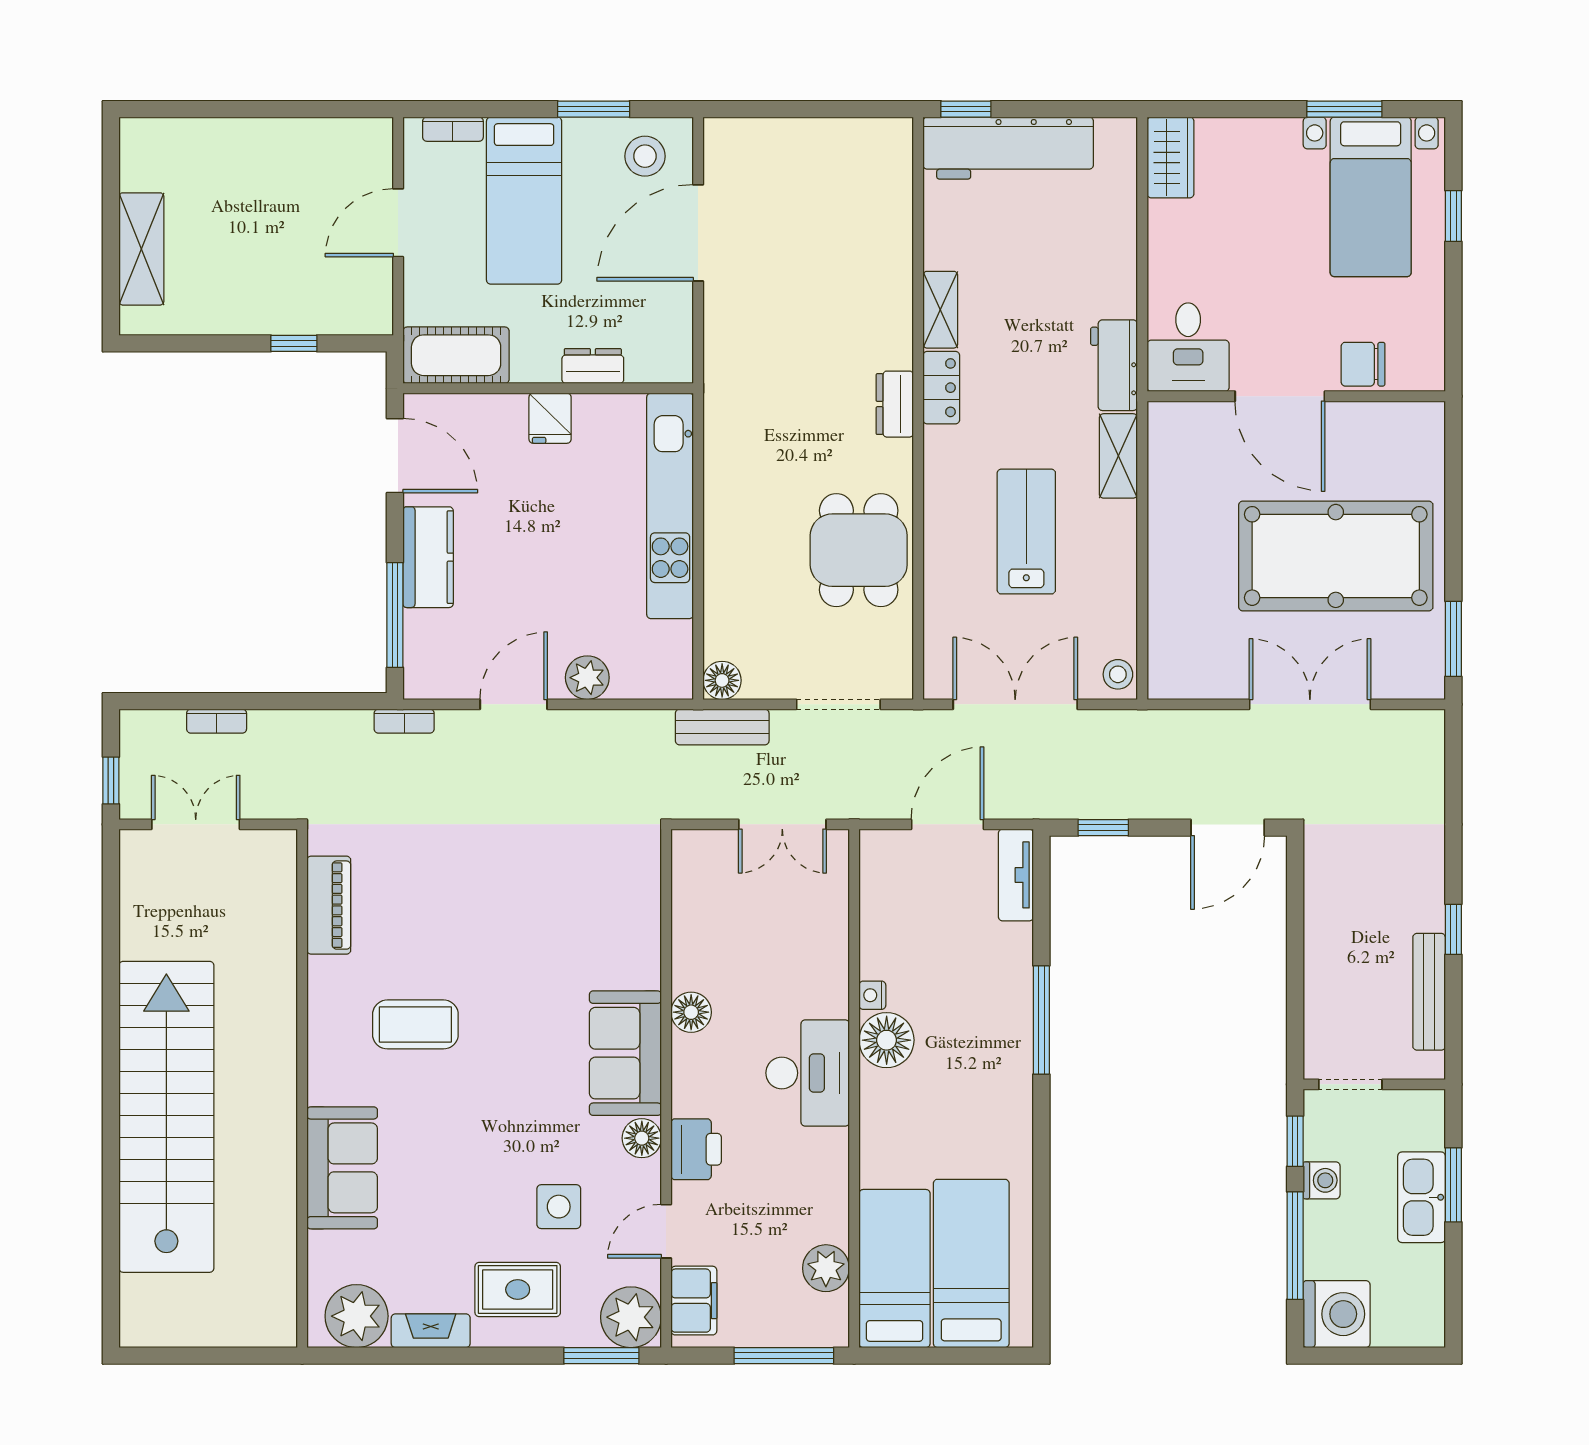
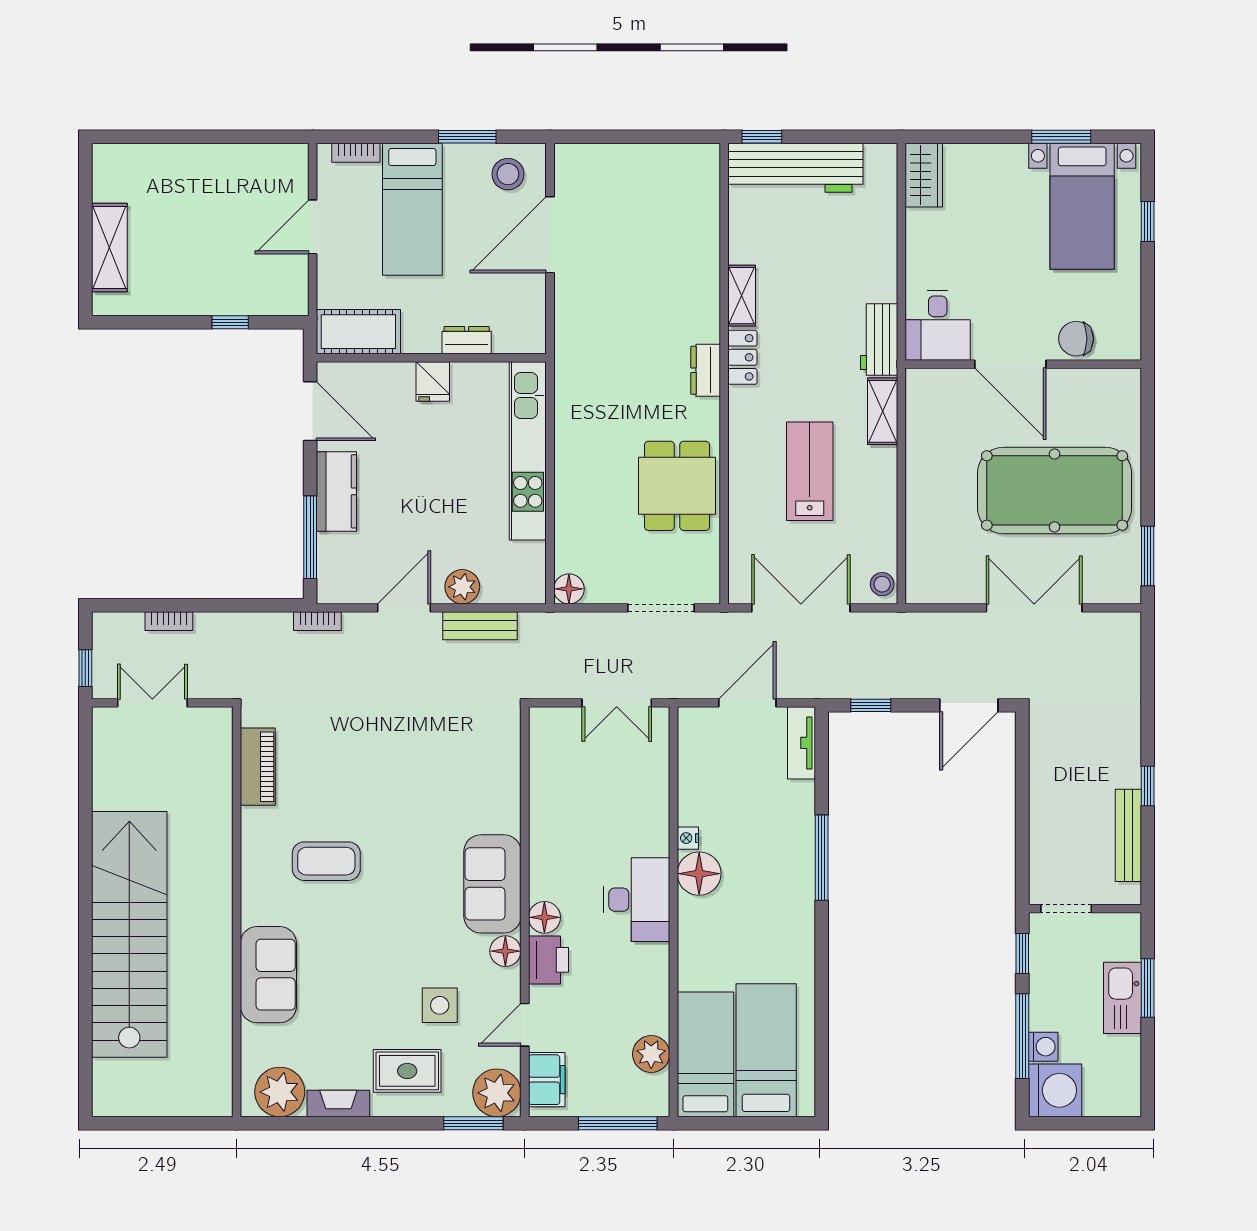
bench: (722, 727) -> (480, 626), moved
floor lamp: (691, 1012) -> (544, 917), moved
washing machine: (1322, 1180) -> (1043, 1047), moved

